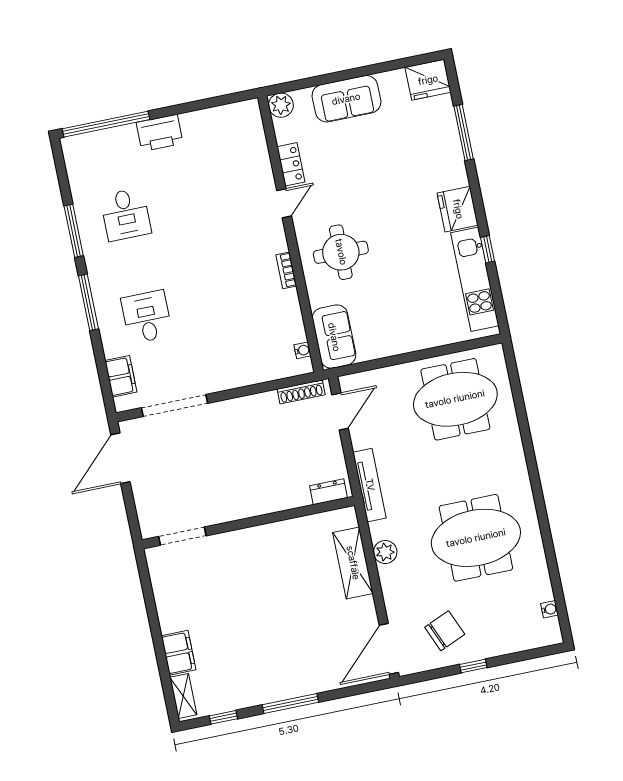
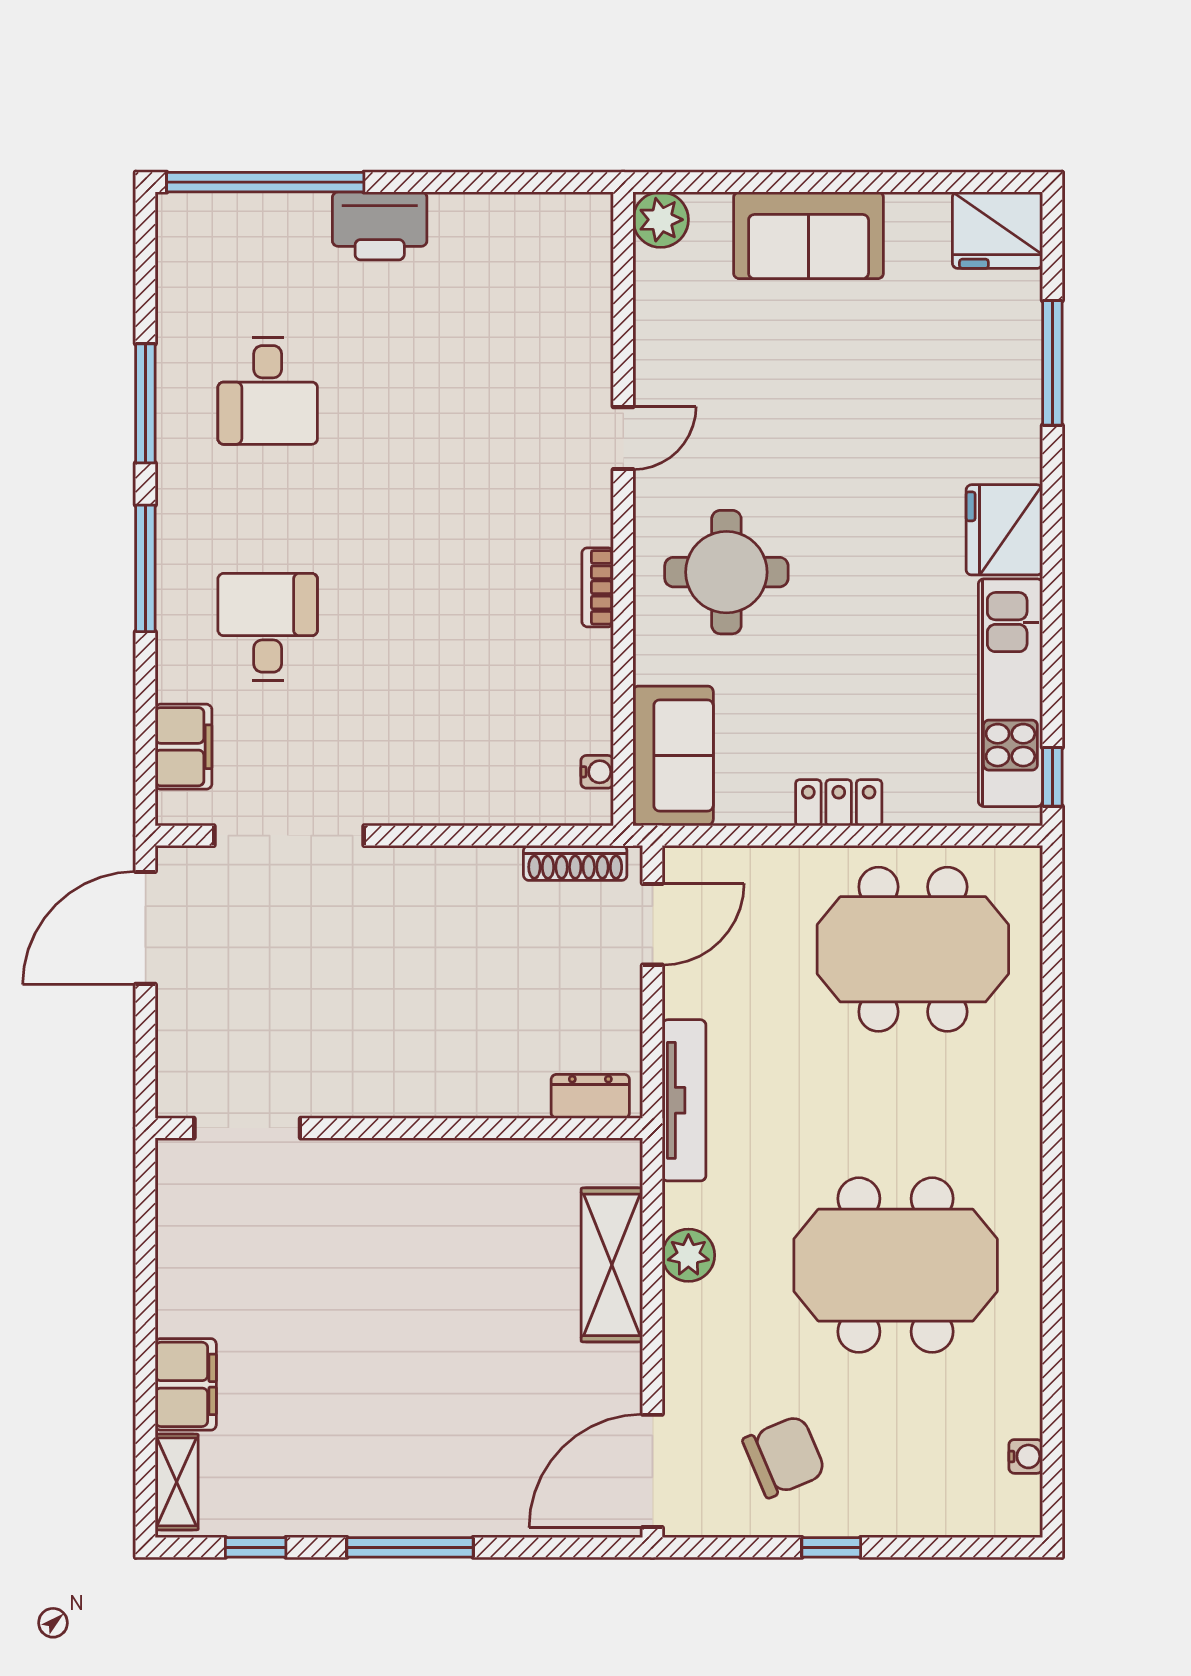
locker: (291, 164) -> (839, 803), moved, turned -90
window: (488, 249) -> (1052, 777), moved

